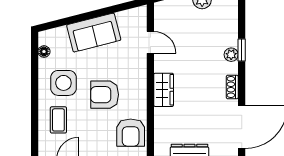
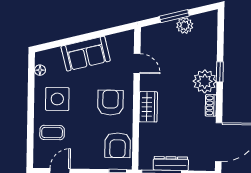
plant: (231, 55) -> (205, 81), width x1.87, depth x1.87
armchair: (105, 95) -> (110, 103), moved, turned 90
coffee table: (58, 120) -> (52, 133), turned 90

